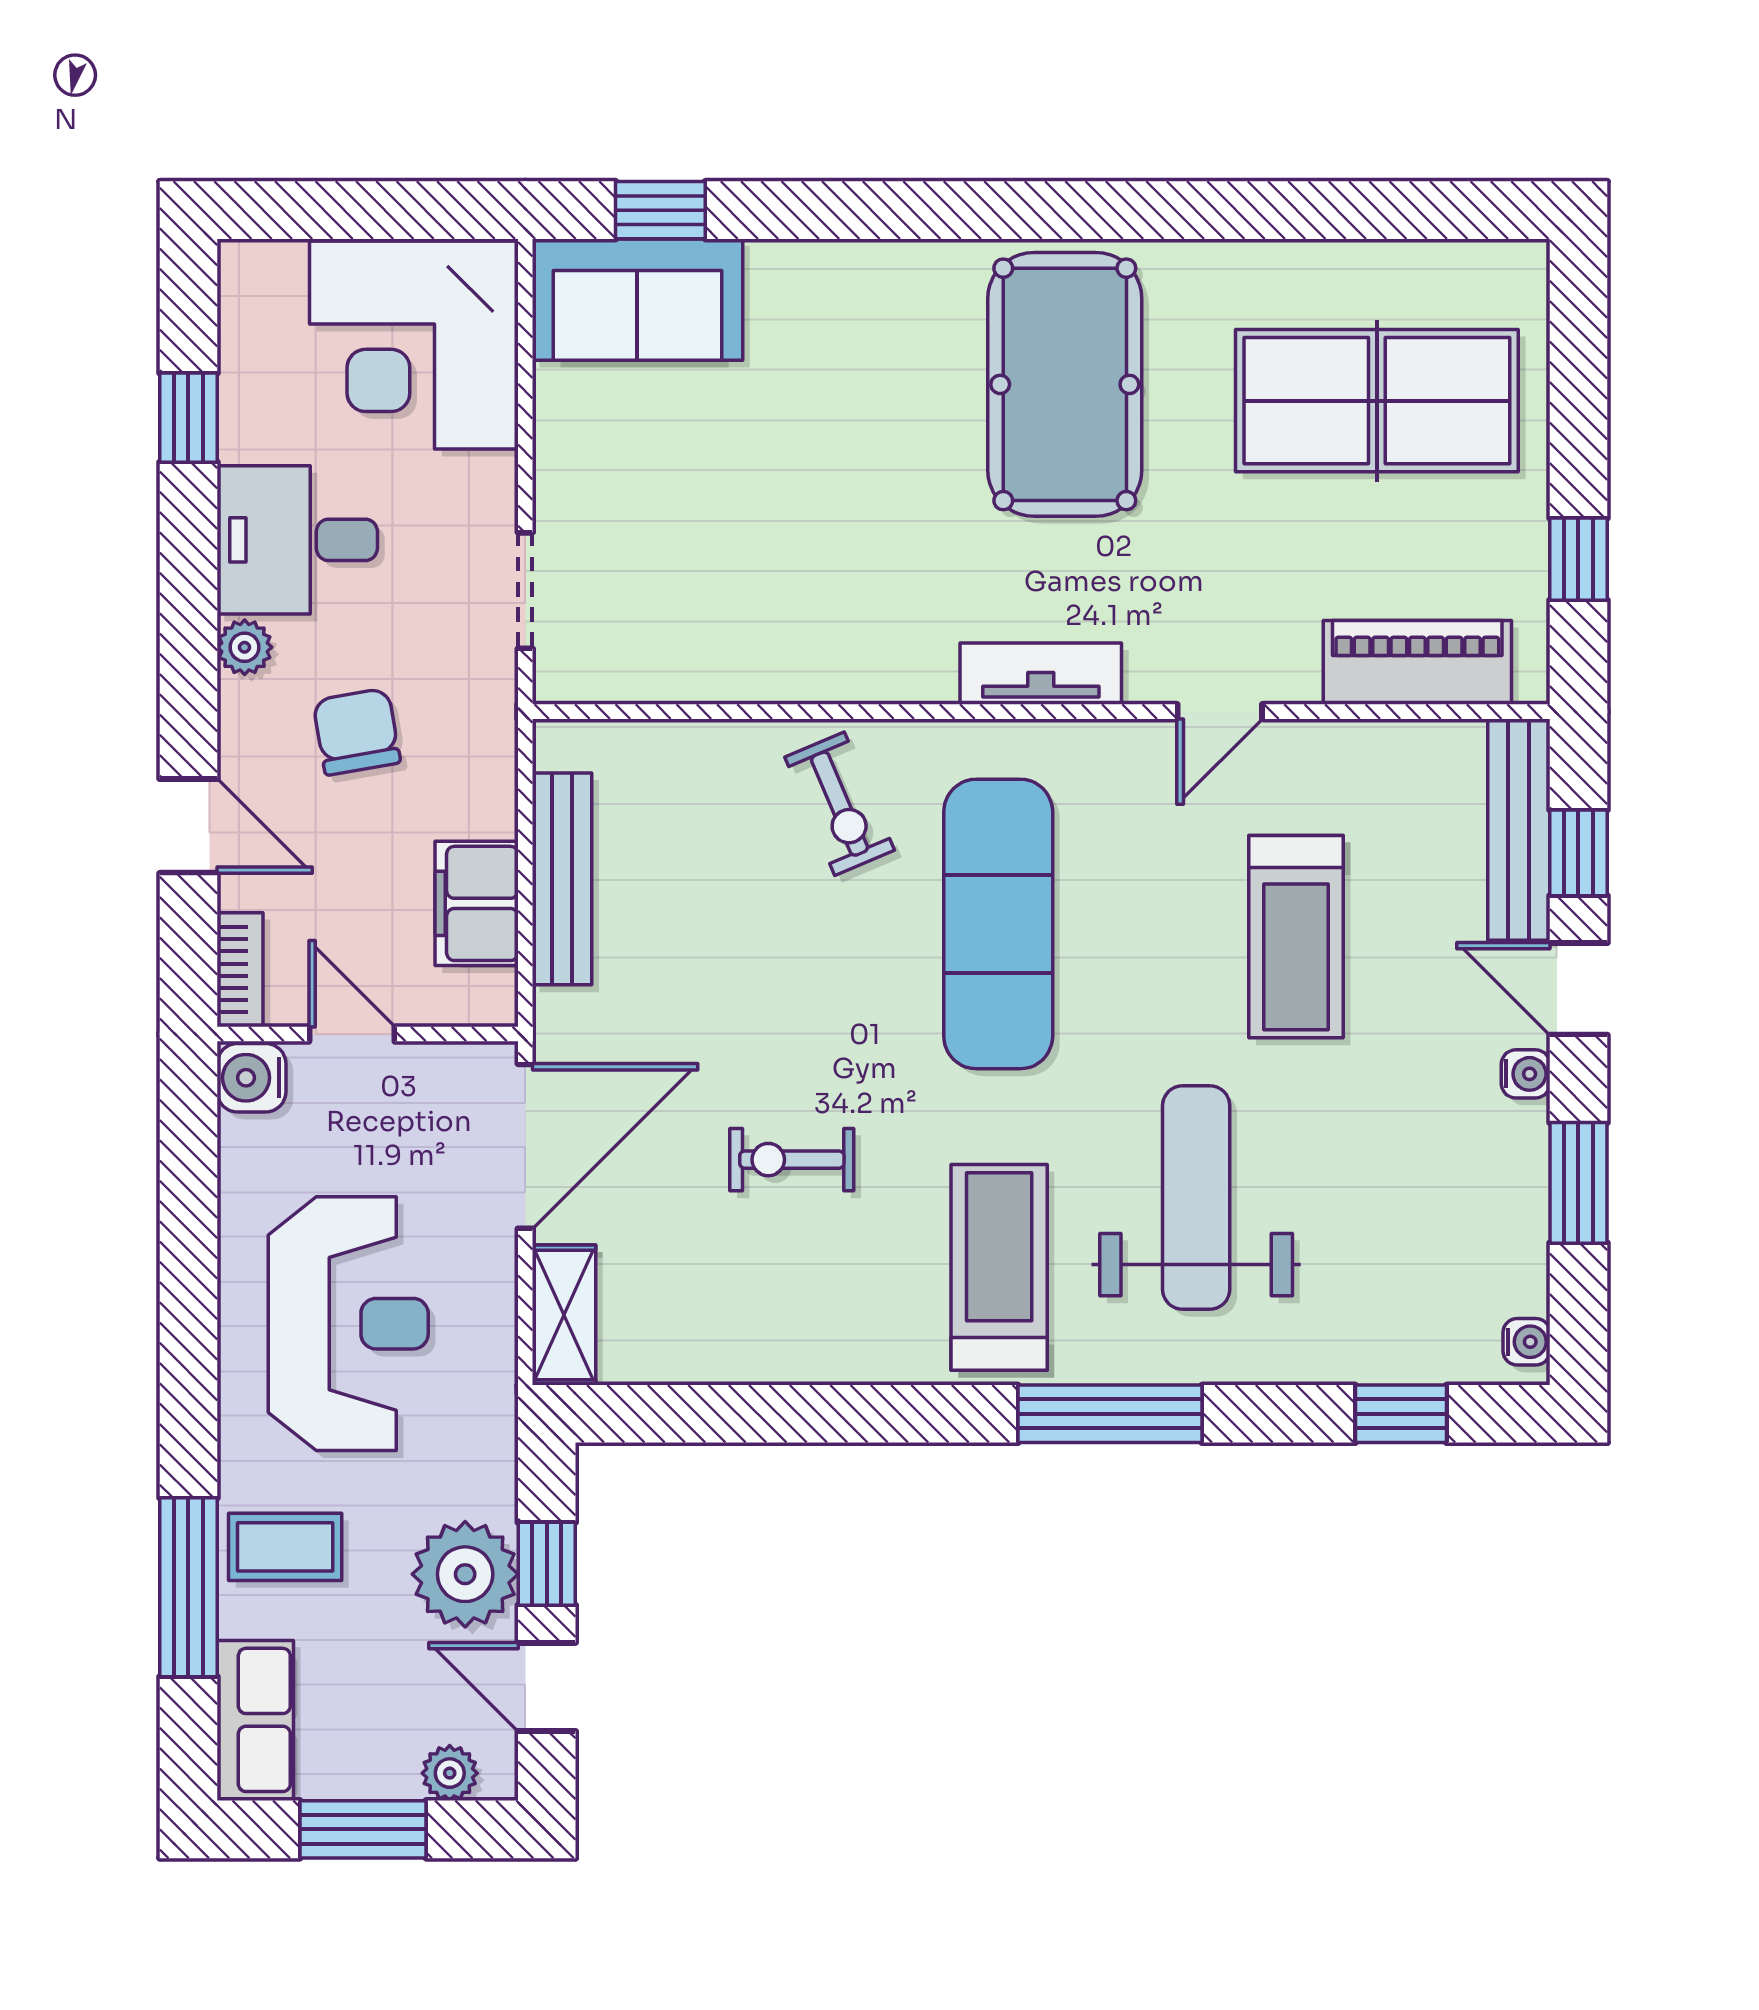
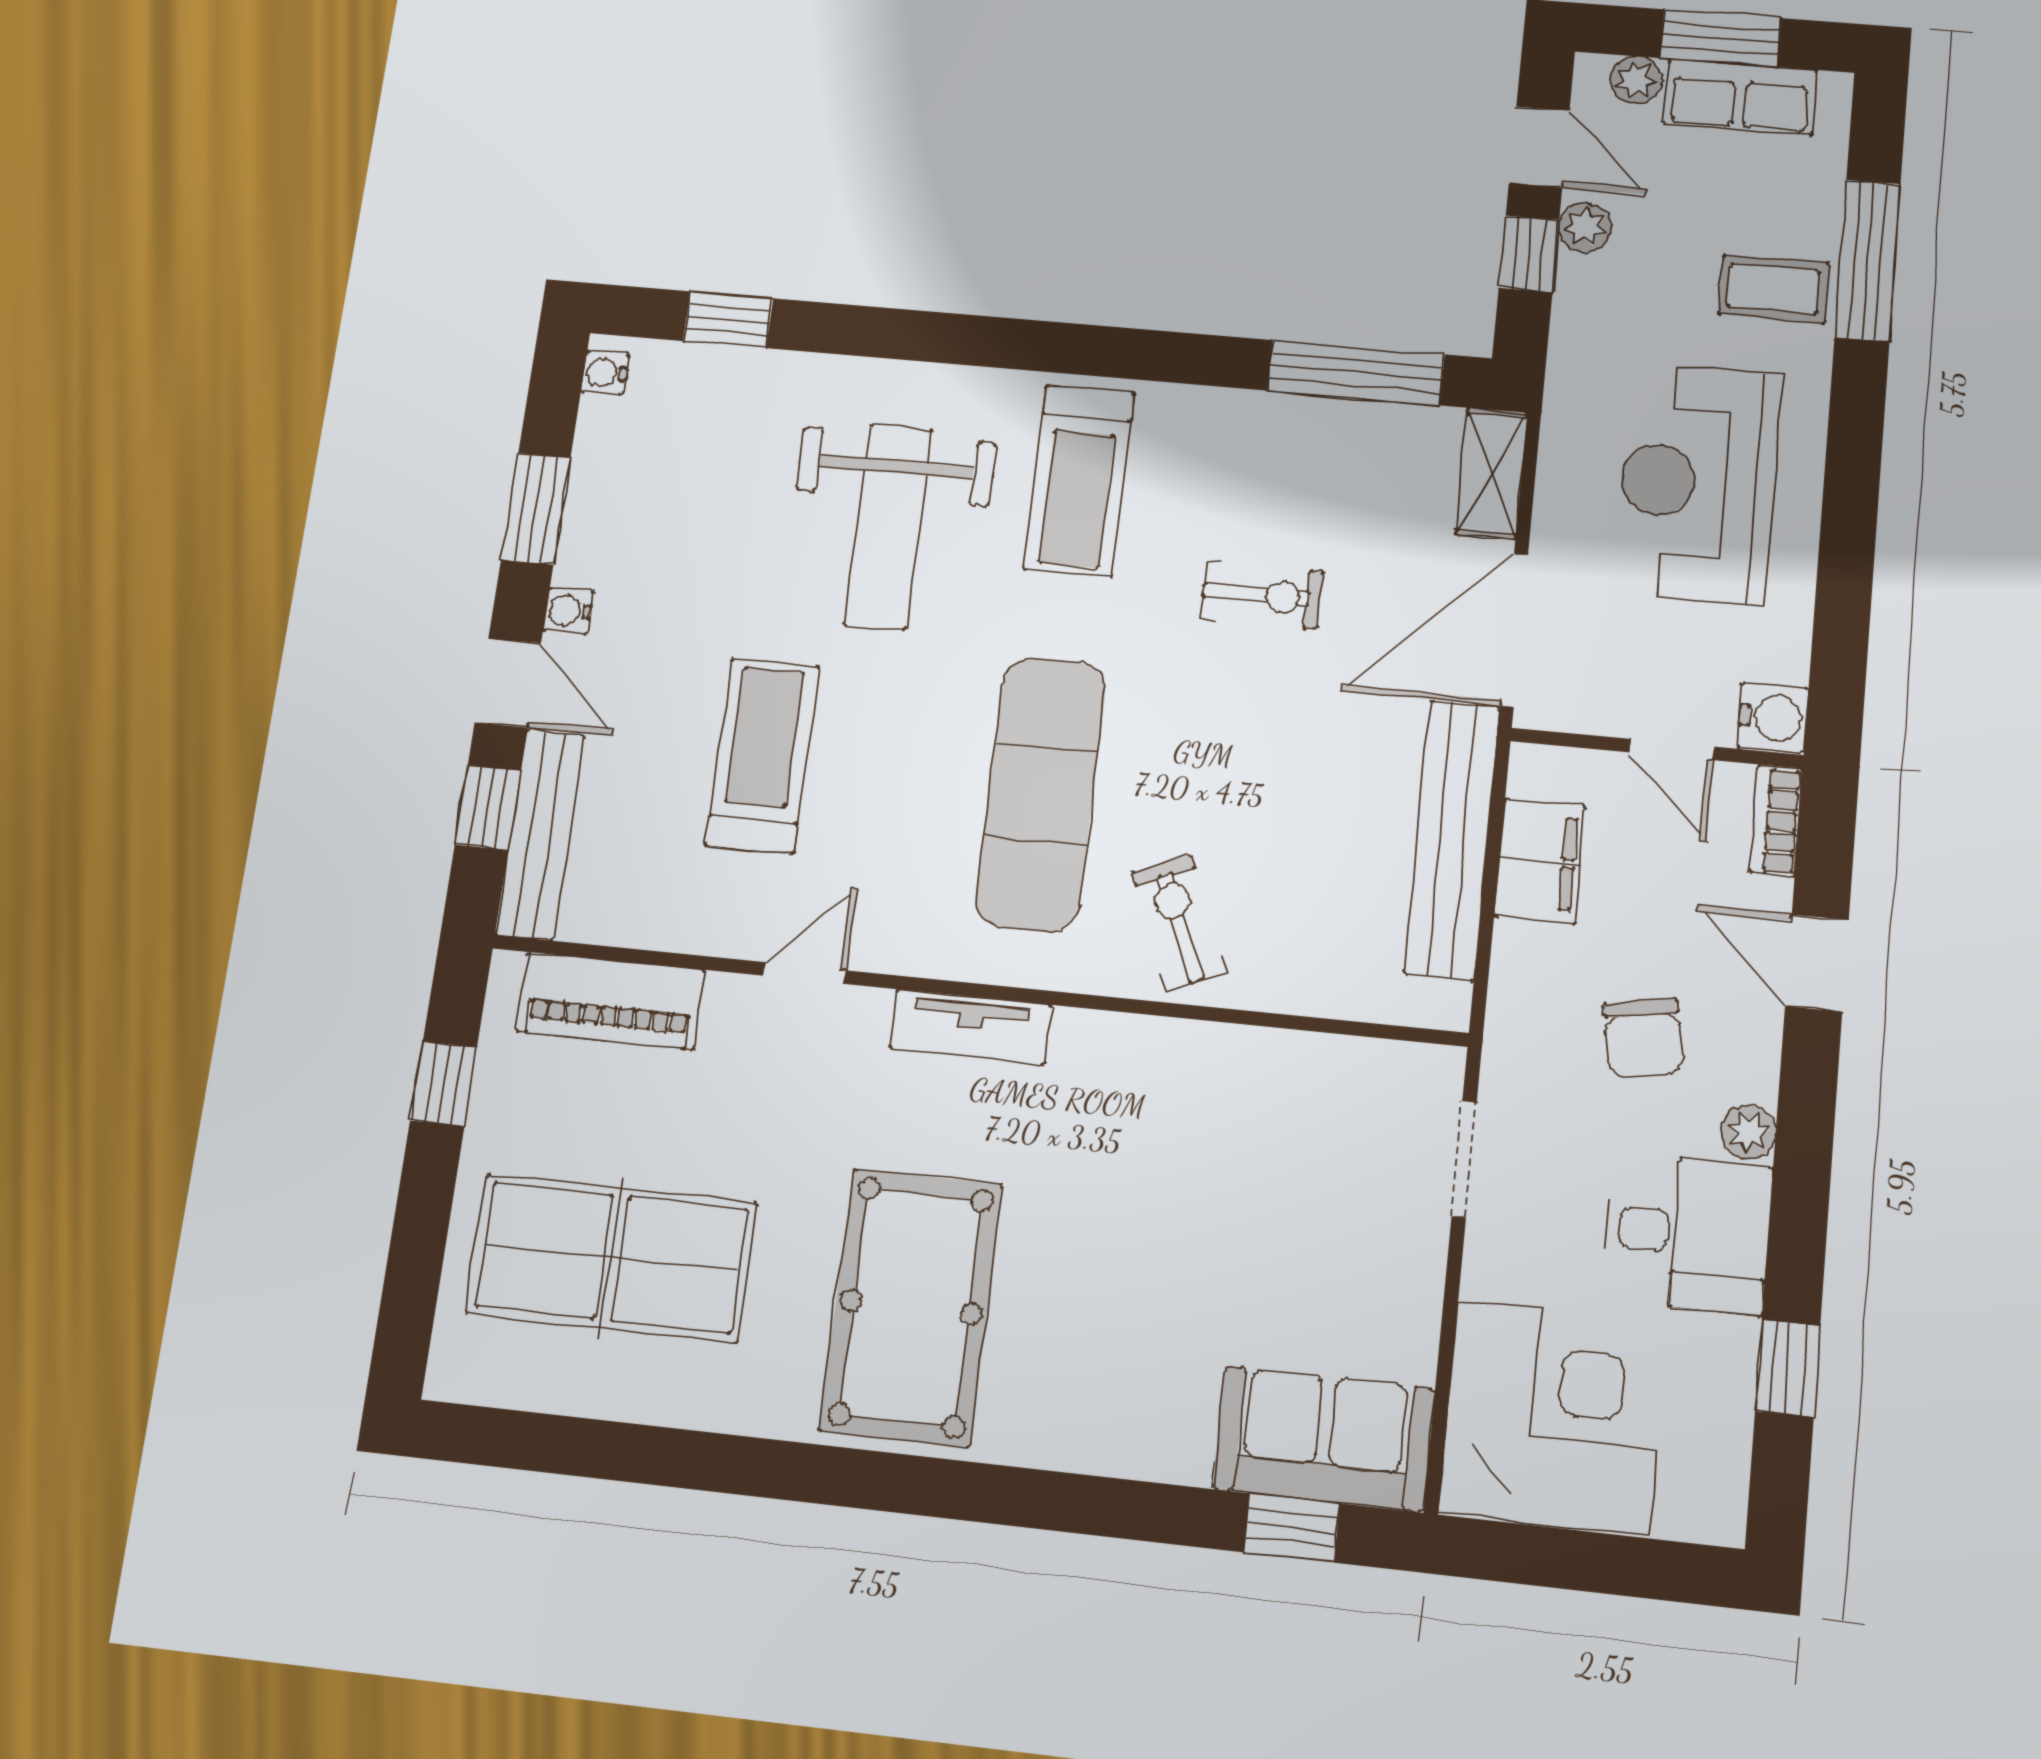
bench: (562, 879) -> (1452, 839), width x1.37, depth x1.21
window: (1110, 1414) -> (1356, 373), moved
plant: (465, 1574) -> (1585, 227), width x0.53, depth x0.53
row of seats: (255, 1720) -> (1740, 97), moved, turned -90

